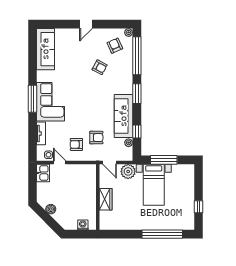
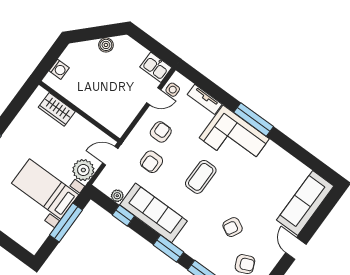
sofa: (45, 49) -> (305, 203), moved, turned 90
coffee table: (85, 105) -> (201, 177), added
wardrobe: (106, 199) -> (57, 109), moved

